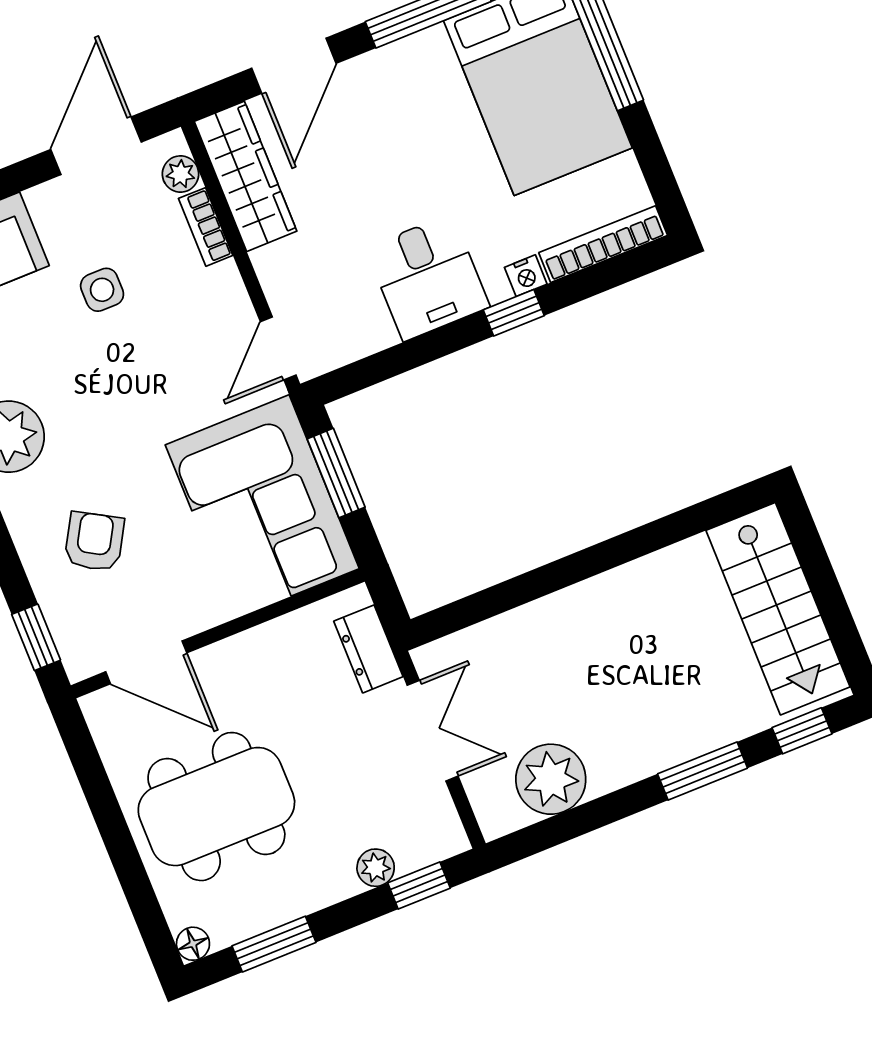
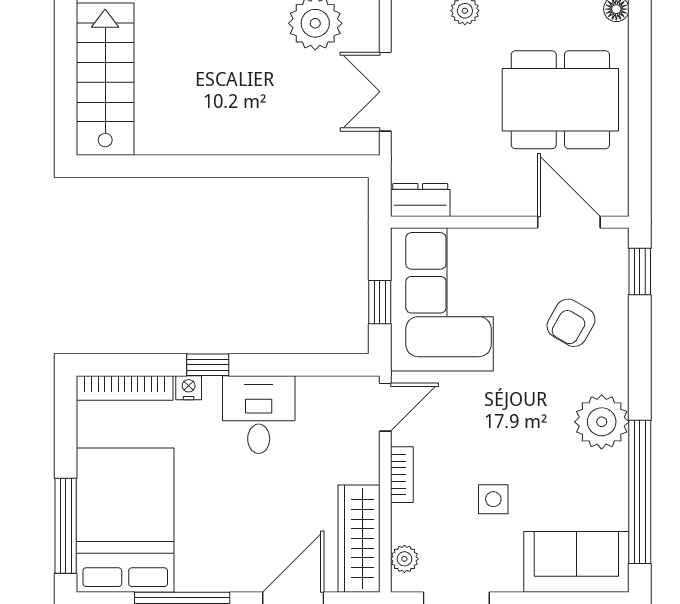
bookcase: (206, 227) -> (402, 475), moved
window: (336, 473) -> (380, 302), width x0.67
dresser: (368, 649) -> (420, 200), moved, turned -90

